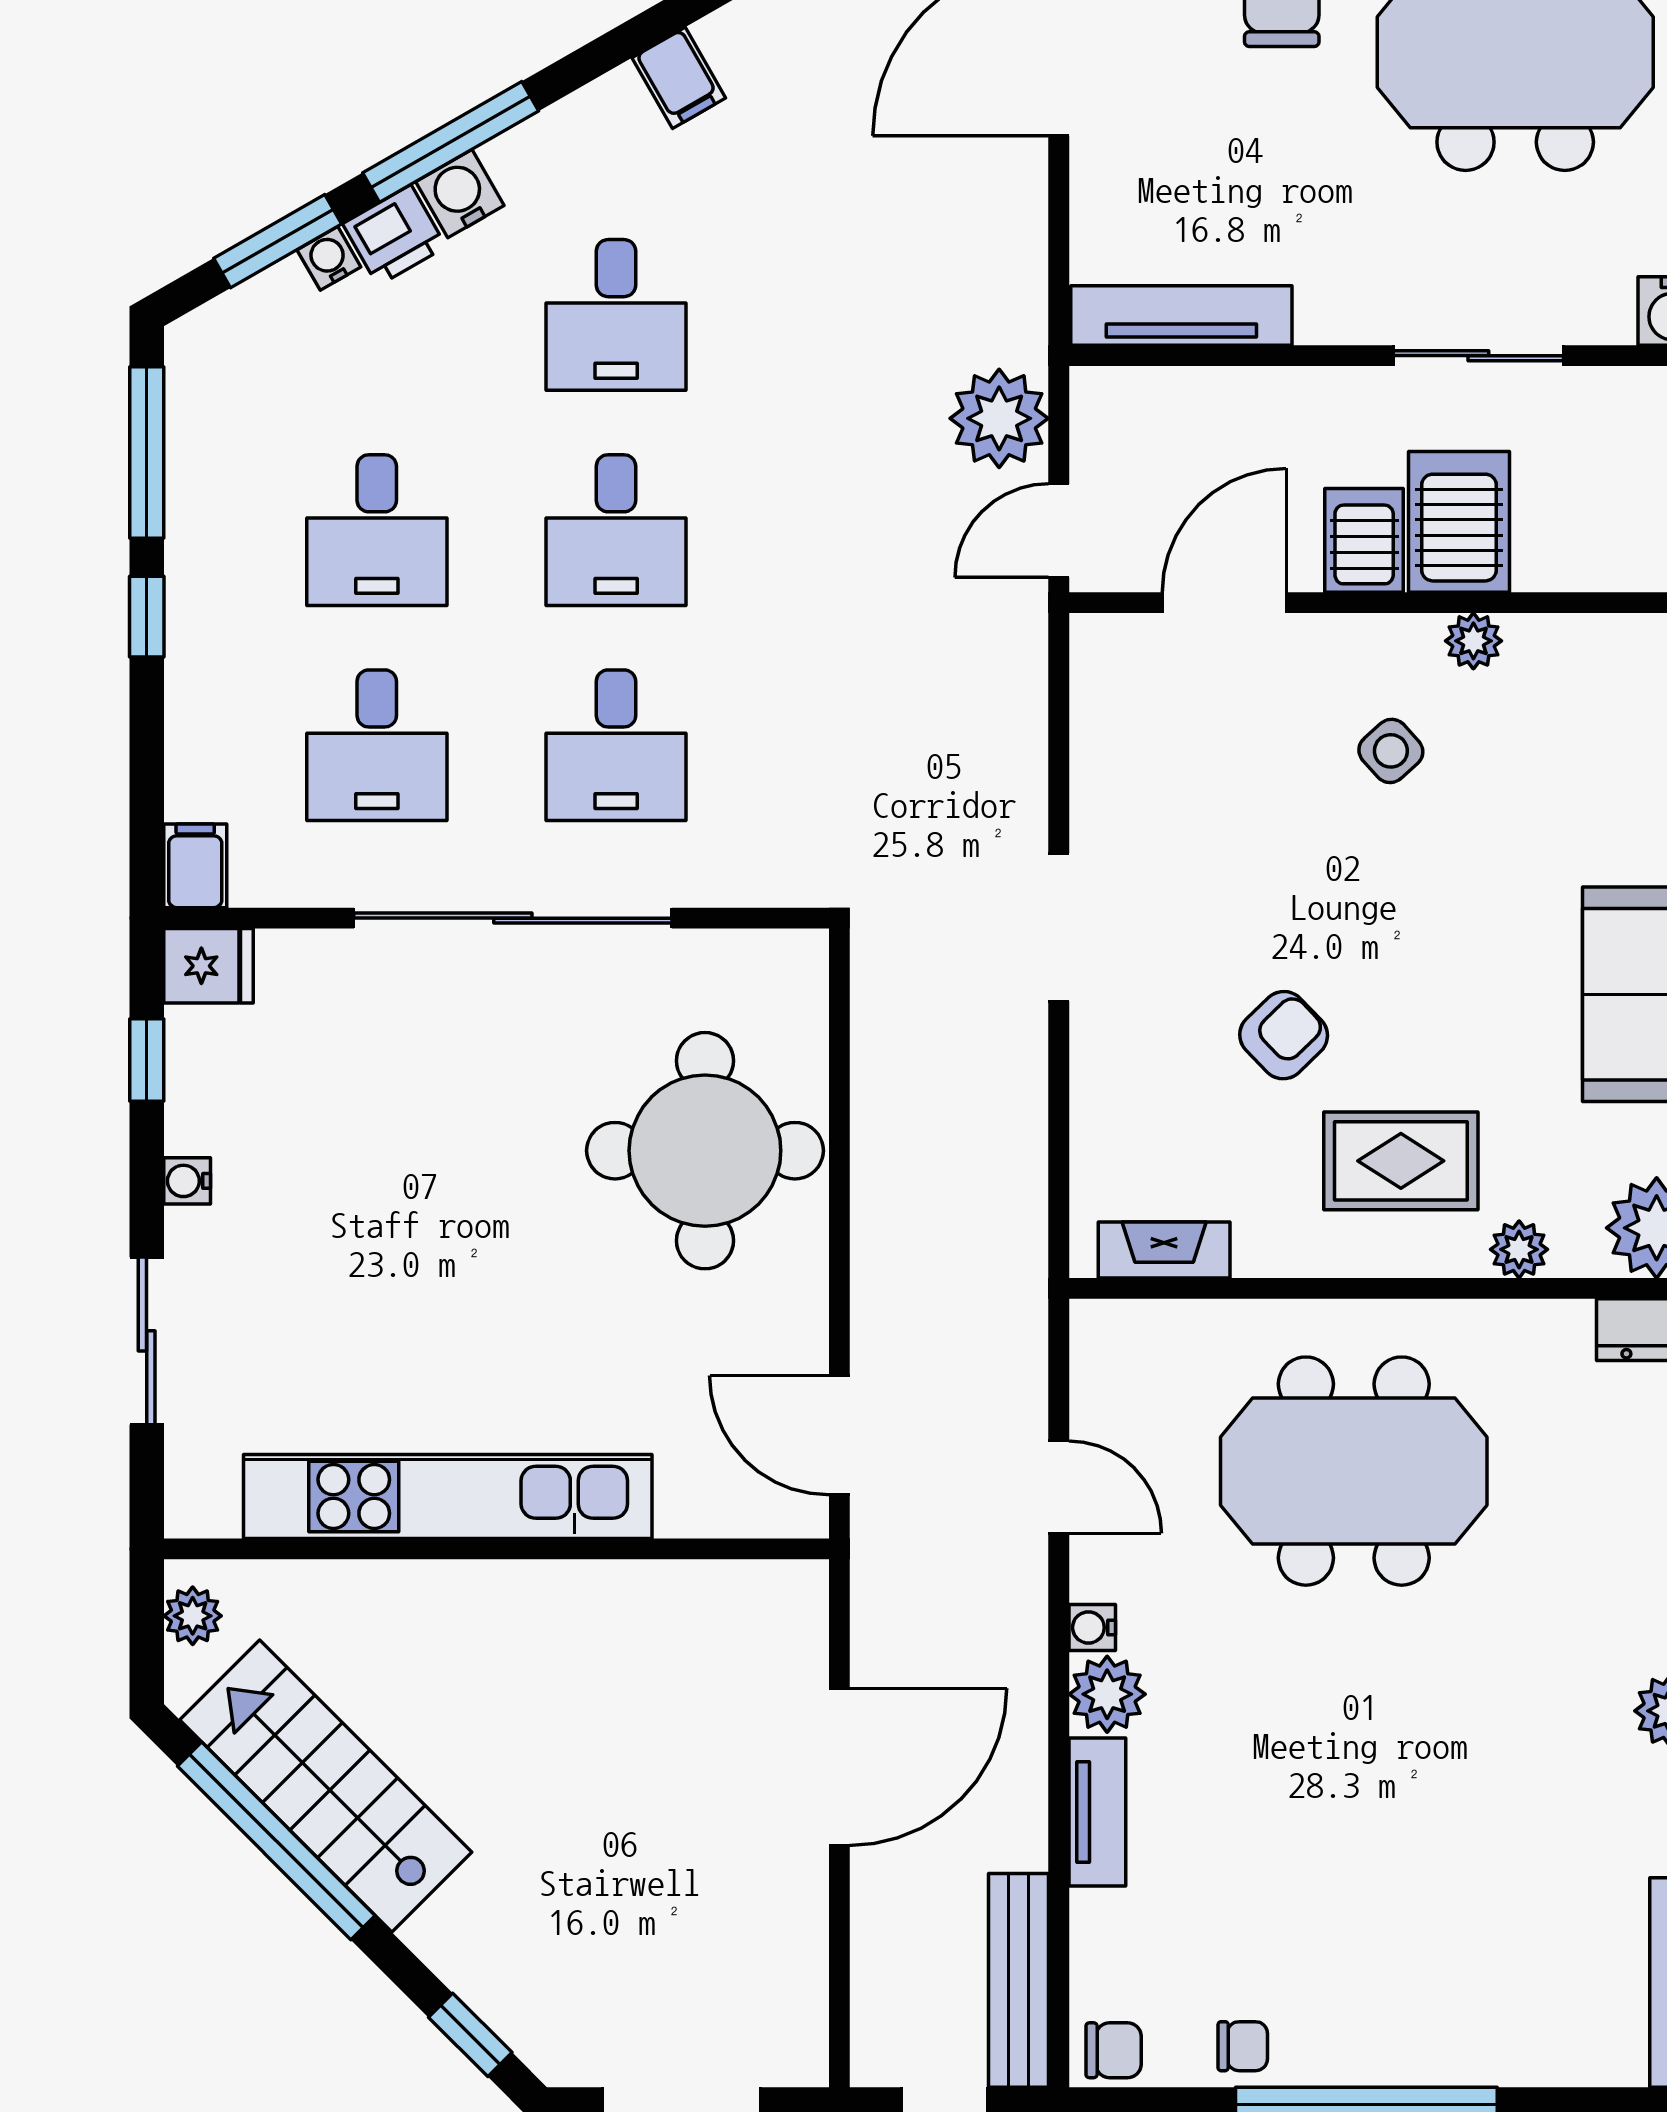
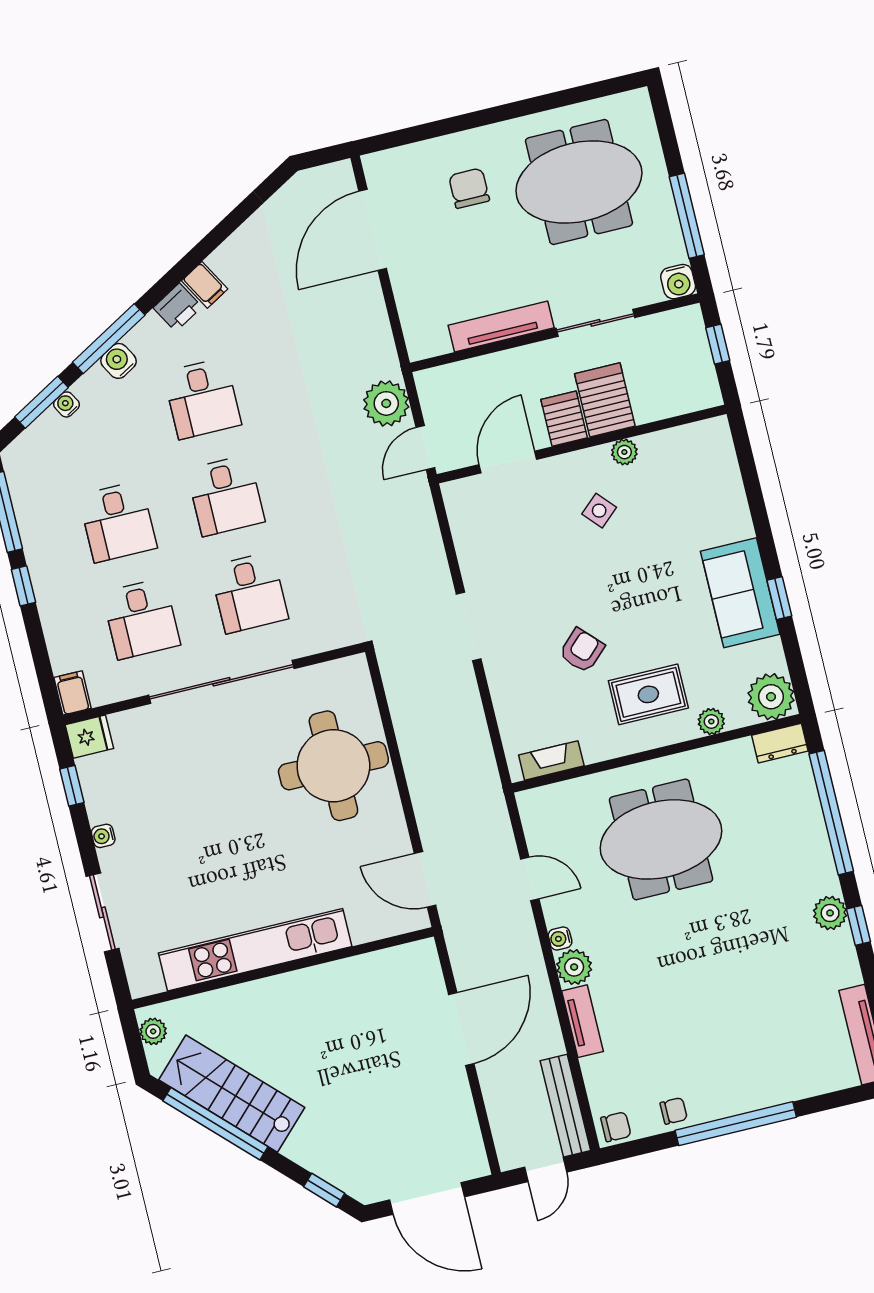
printer: (394, 235) -> (178, 307), moved
tv unit: (1181, 316) -> (501, 327), moved

